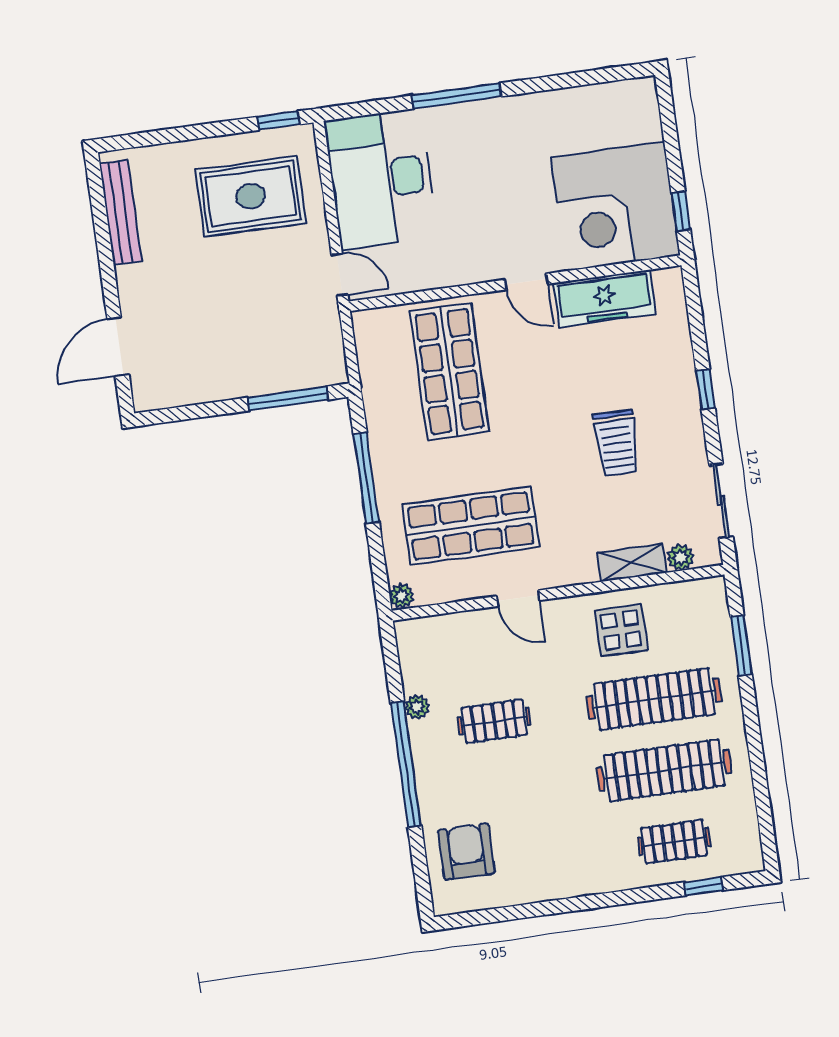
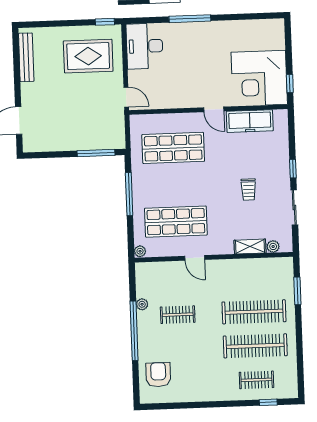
desk: (381, 179) -> (145, 46), width x0.73, depth x0.77
shop shelf: (449, 371) -> (173, 148), turned 90
trolley: (617, 443) -> (248, 190), width x0.73, depth x0.72
sliding door: (721, 501) -> (294, 207), moved
display table: (621, 630) -> (242, 278), removed

